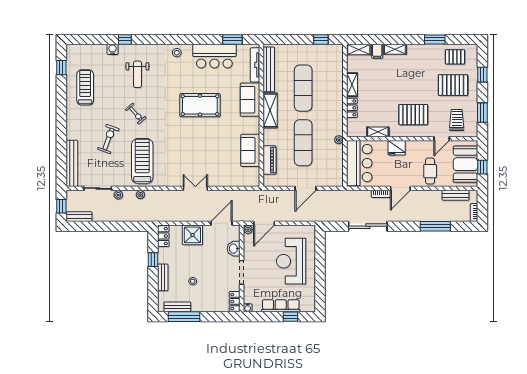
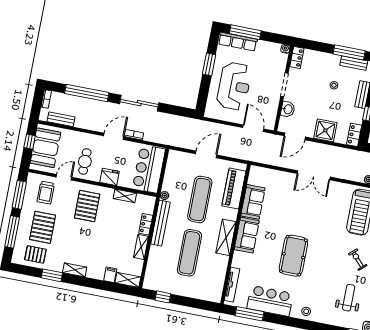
window: (232, 39) -> (249, 314), width x1.44
shelving: (395, 49) -> (75, 270), moved
bench: (269, 69) -> (160, 223), moved
window: (482, 75) -> (12, 232), width x2.17
pallet: (453, 85) -> (43, 227), turned 90
sofa: (250, 100) -> (247, 235), moved
pool table: (200, 105) -> (293, 256), turned 90
window: (482, 113) -> (19, 195), width x1.44
pallet: (413, 115) -> (87, 206), turned 90
piano: (270, 160) -> (234, 189), width x1.37, depth x1.33
cafe table: (430, 171) -> (85, 162), moved
double door: (195, 188) -> (314, 175), width x1.37
door: (264, 223) -> (253, 128), hinge flipped
sliding door: (368, 226) -> (139, 103), moved
window: (435, 226) -> (87, 93), width x1.46
plant: (248, 230) -> (270, 125), removed
window: (320, 278) -> (209, 64), added
row of seats: (281, 306) -> (238, 42), moved
window: (291, 317) -> (245, 32), width x2.17

